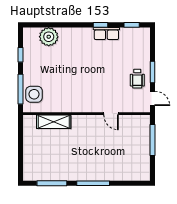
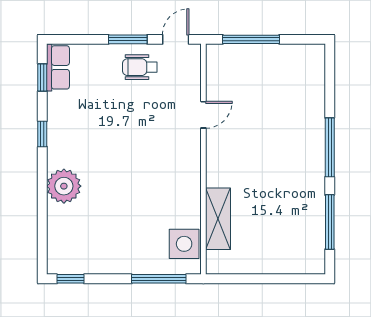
row of seats: (106, 33) -> (58, 67), moved
plant: (49, 37) -> (64, 186), moved
window: (21, 55) -> (71, 279), moved
wheelchair: (137, 79) -> (140, 67), turned 180
side table: (34, 94) -> (184, 244), moved

